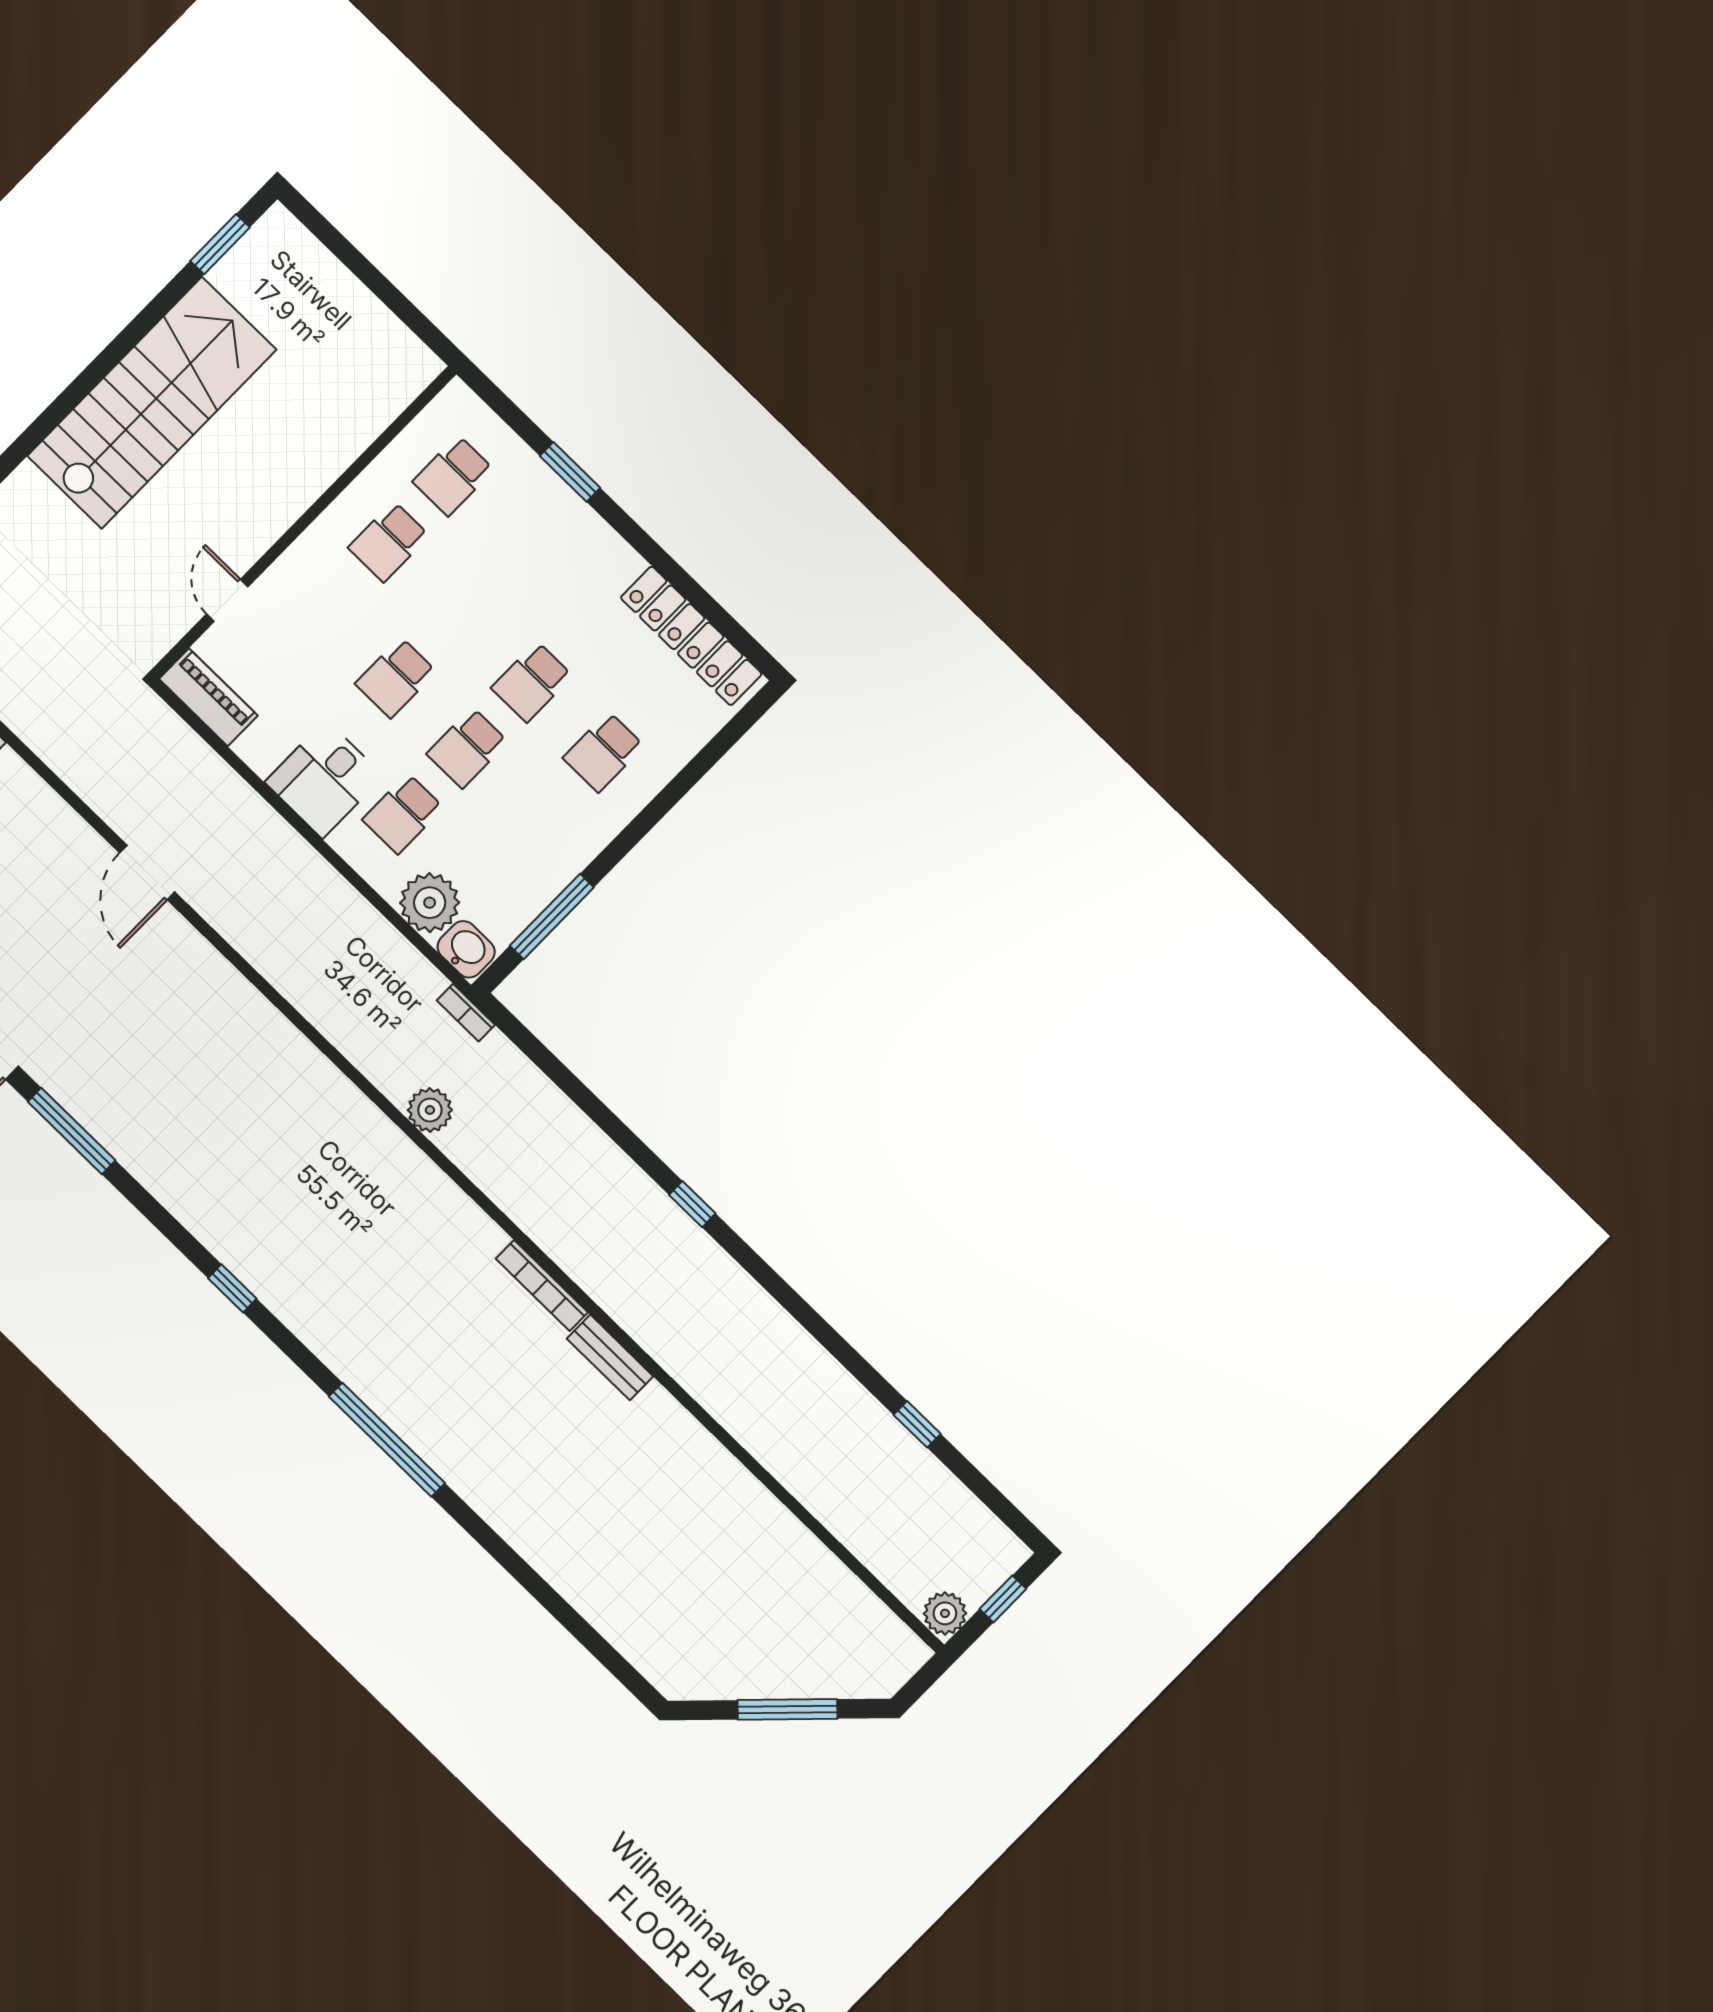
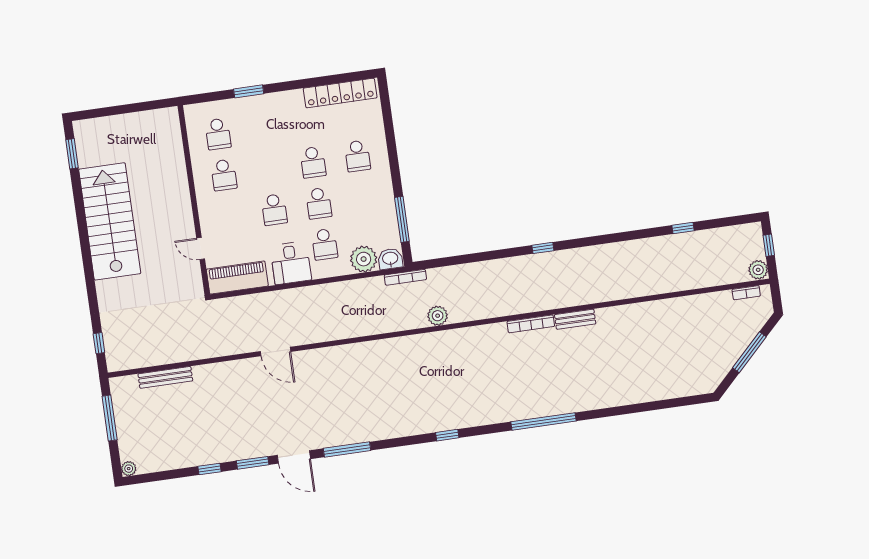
piano: (208, 697) -> (237, 278), width x1.37, depth x1.33
bookcase: (466, 1013) -> (405, 277), width x1.56
bookcase: (888, 1623) -> (746, 293), added

